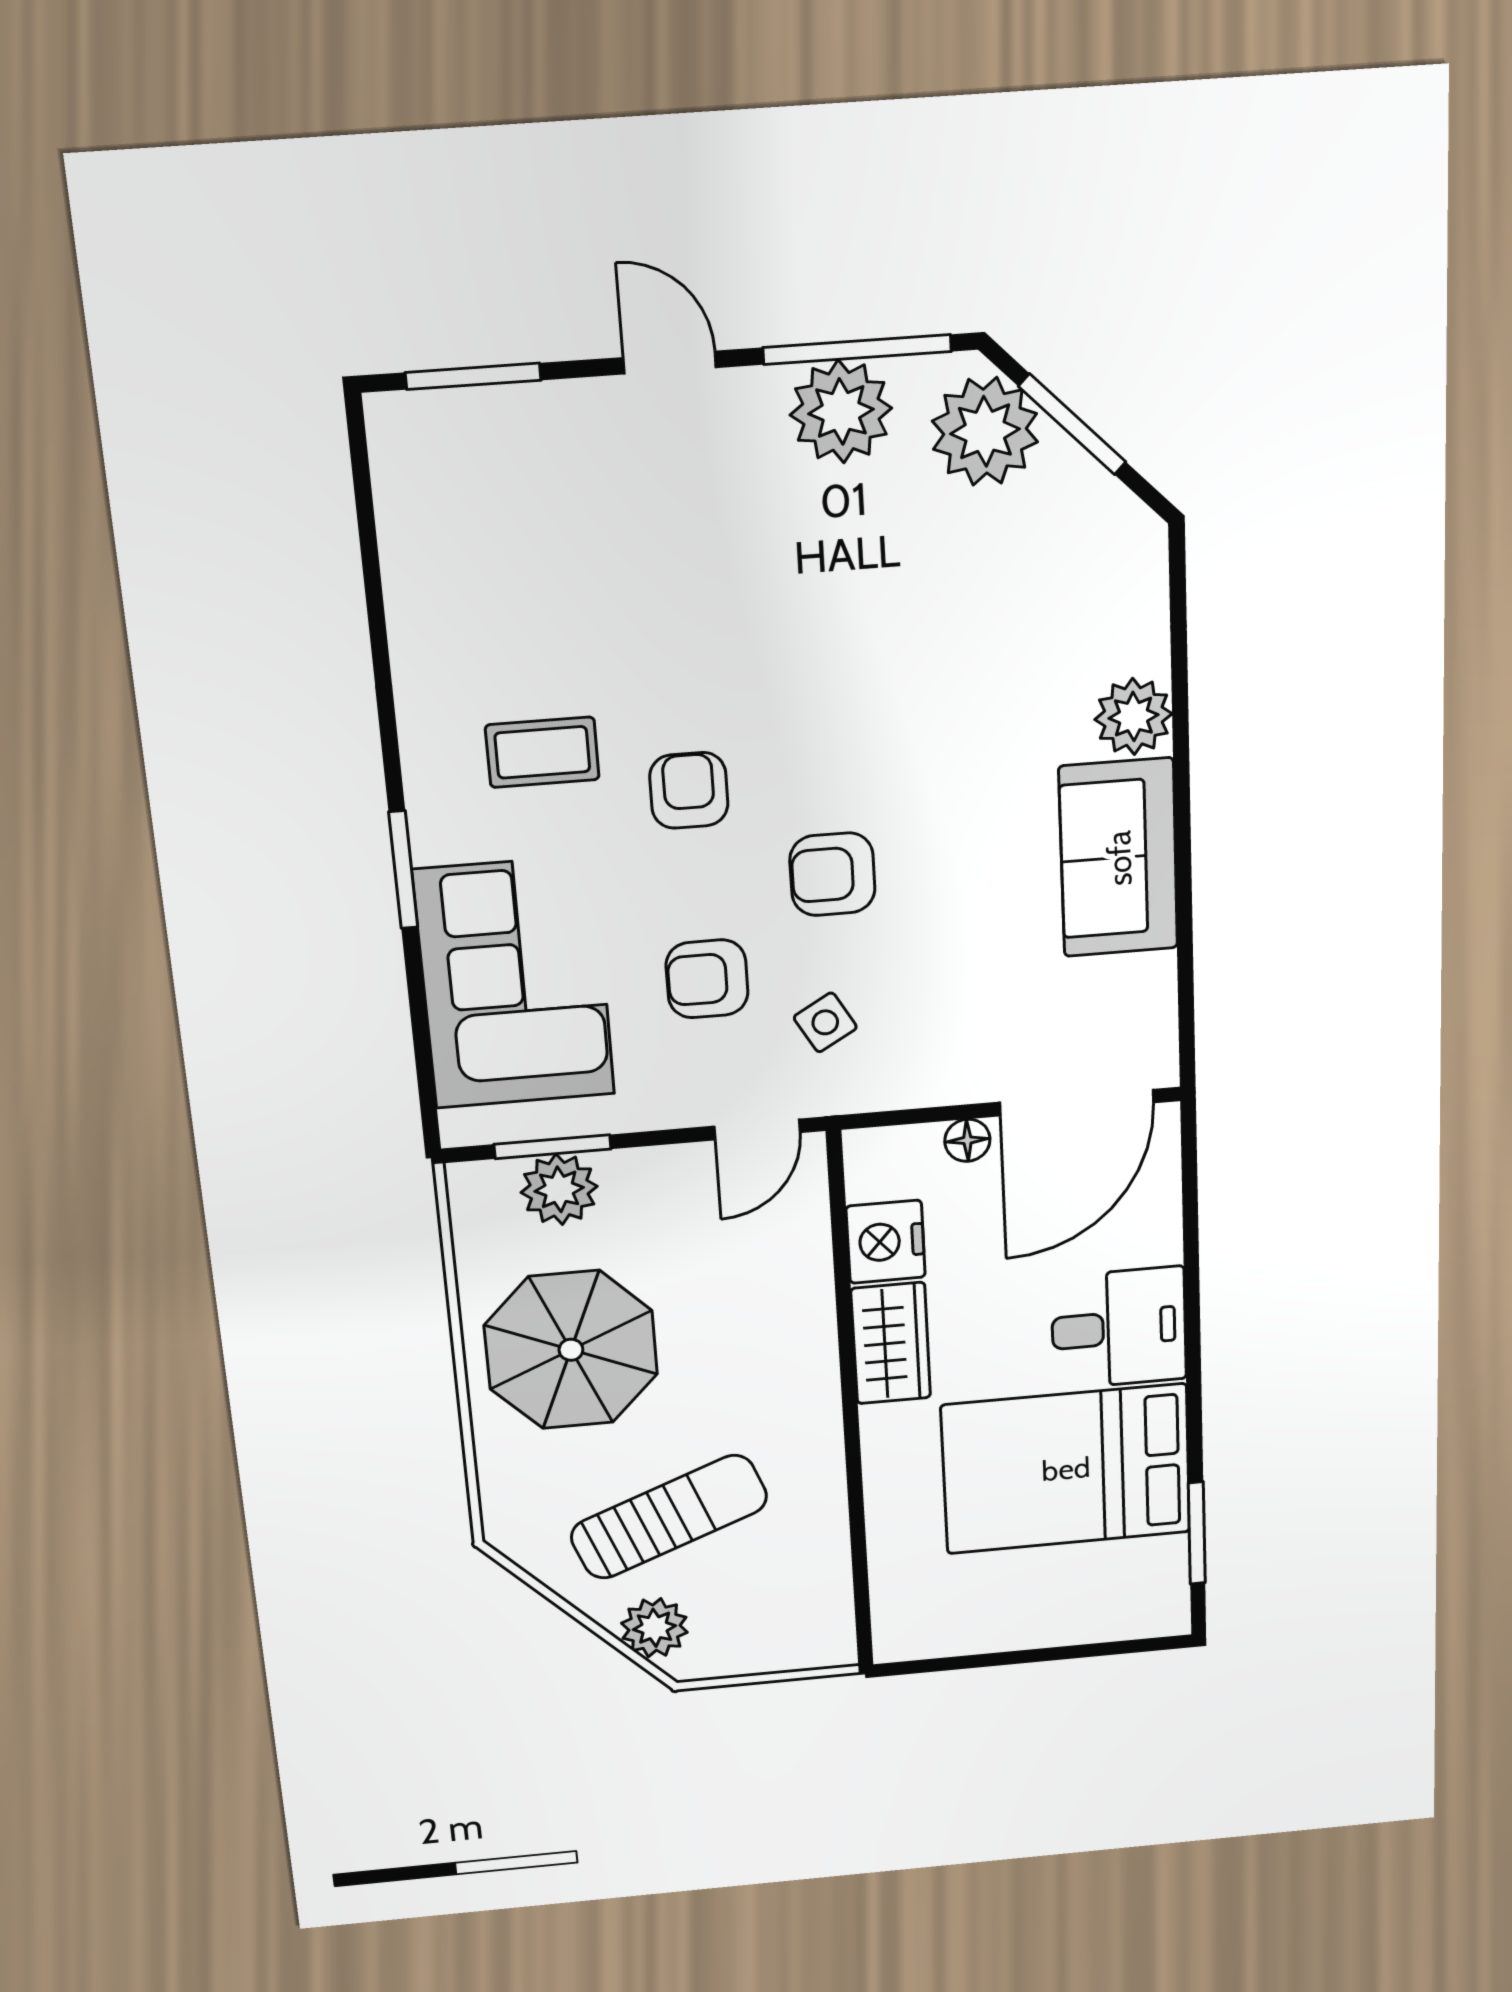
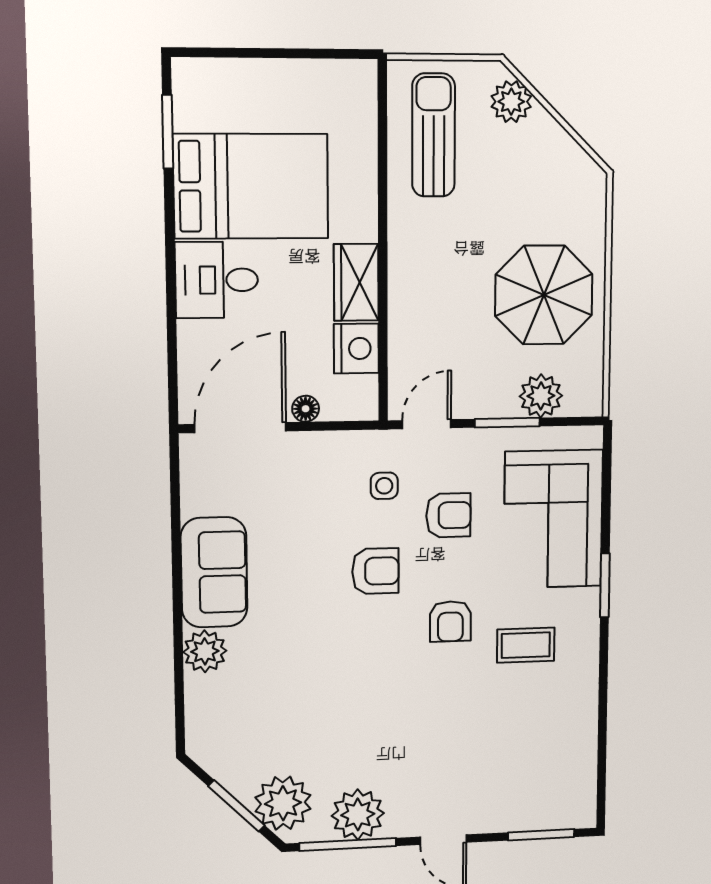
side table: (825, 1022) -> (384, 486), turned 30
window: (553, 1147) -> (507, 423), moved
sun lounger: (669, 1517) -> (433, 135), moved, turned 111

